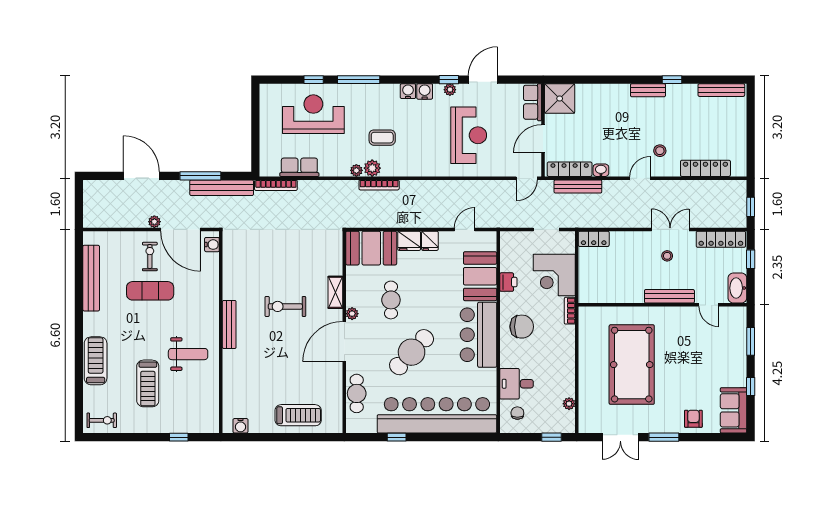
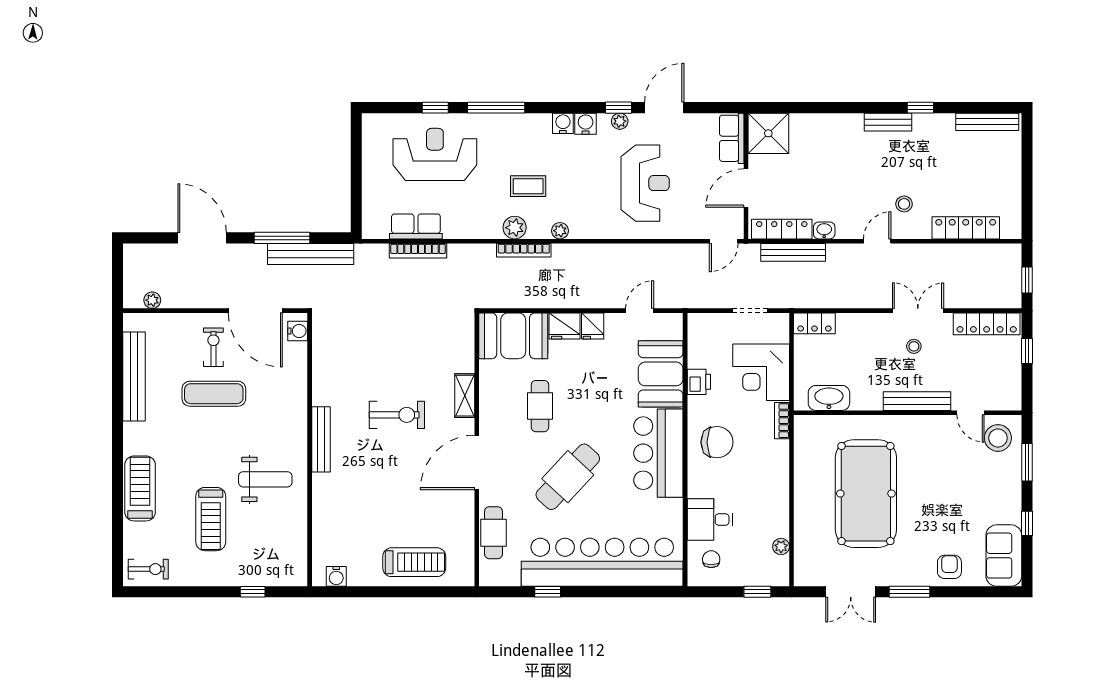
plant: (356, 170) -> (560, 231), moved
bookcase: (276, 185) -> (418, 251), moved
plant: (154, 222) -> (152, 300), moved
washbasin: (737, 288) -> (829, 398), moved, turned 90
exercise bike: (285, 306) -> (397, 415), turned 180
plant: (352, 314) -> (487, 425), removed
stool: (729, 324) -> (998, 438), added

